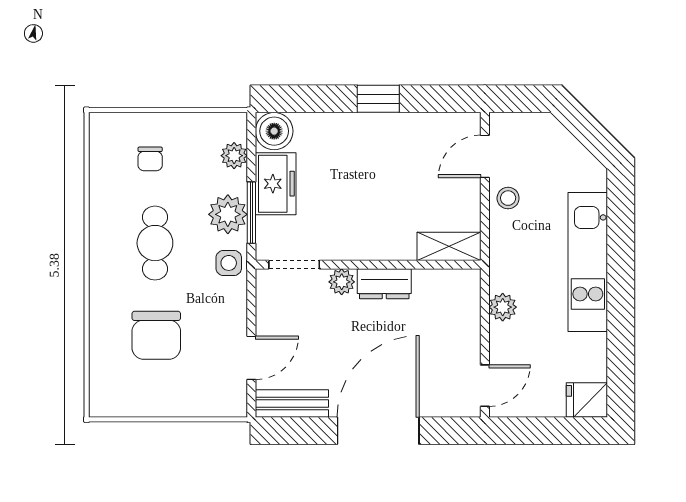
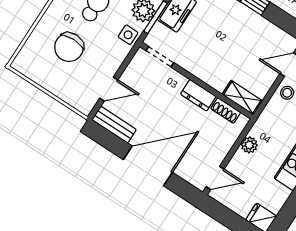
shoe rack: (437, 280) -> (226, 110), added
plant: (342, 282) -> (178, 81), removed

